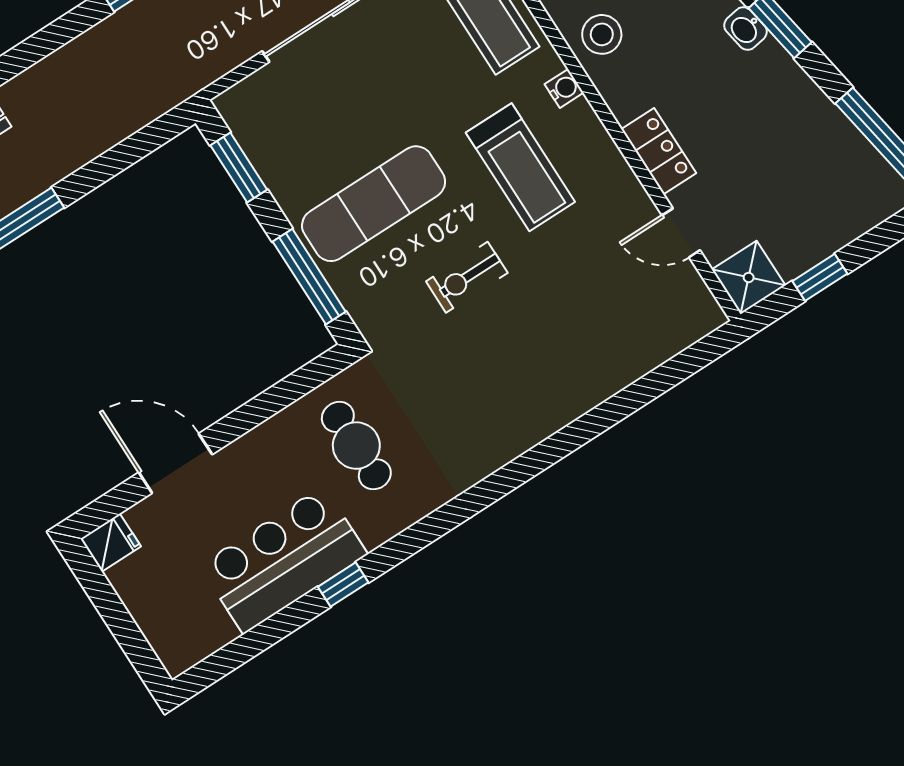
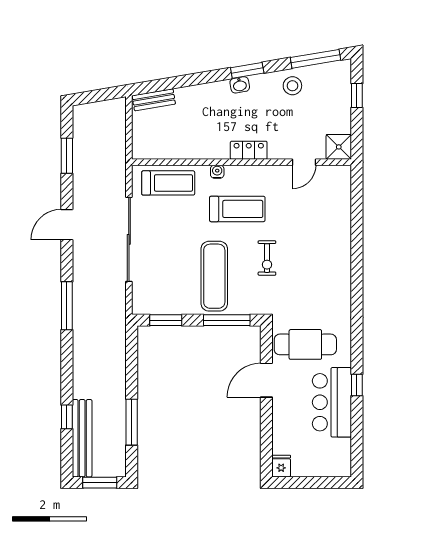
stool: (602, 34) -> (292, 86), moved
locker: (659, 151) -> (249, 150), moved
window: (820, 277) -> (357, 95), moved
cafe table: (356, 446) -> (305, 344), width x1.37, depth x1.35
door: (175, 463) -> (266, 380), moved

